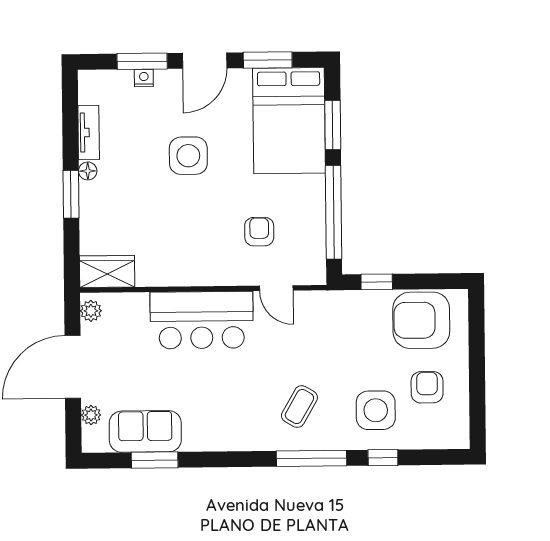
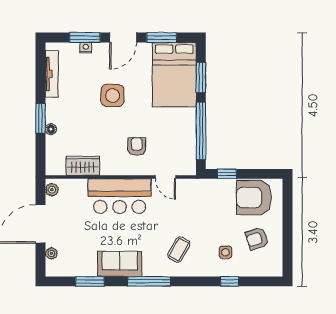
tv unit: (89, 133) -> (52, 74), width x1.41
floor lamp: (88, 171) -> (51, 129), moved
armchair: (259, 232) -> (137, 146), moved
wardrobe: (107, 271) -> (83, 166), moved
armchair: (427, 387) -> (257, 239), turned -108
side table: (376, 410) -> (225, 252), width x0.54, depth x0.54
sofa: (145, 431) -> (120, 264), moved
window: (311, 458) -> (149, 281), moved

